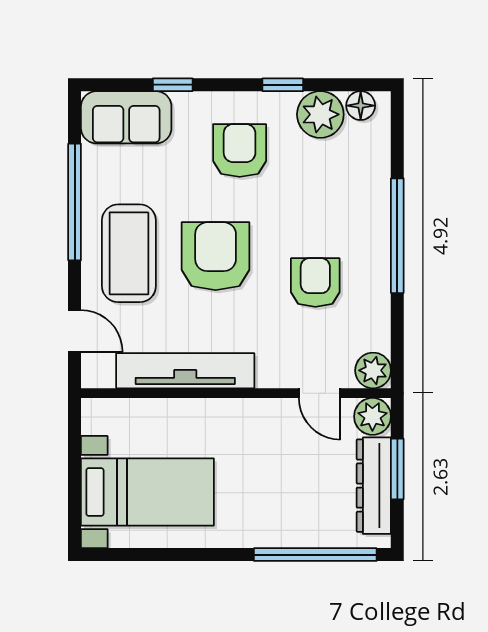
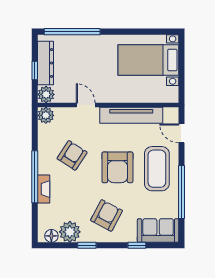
armchair: (240, 150) -> (107, 215), turned -152
fireplace: (378, 208) -> (44, 189), added
armchair: (315, 282) -> (72, 155), turned -147
door: (320, 393) -> (86, 105), moved
window: (397, 469) -> (35, 71), width x0.67

